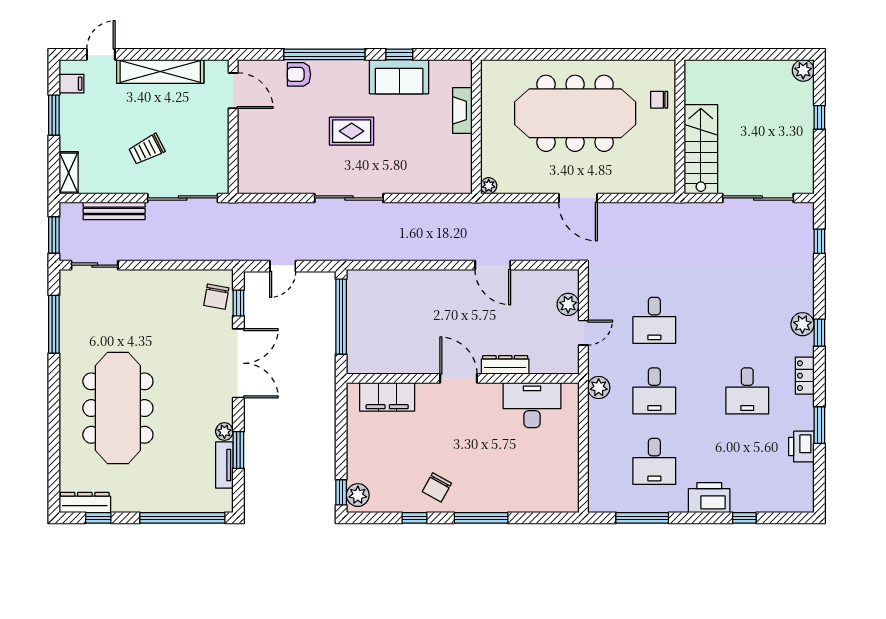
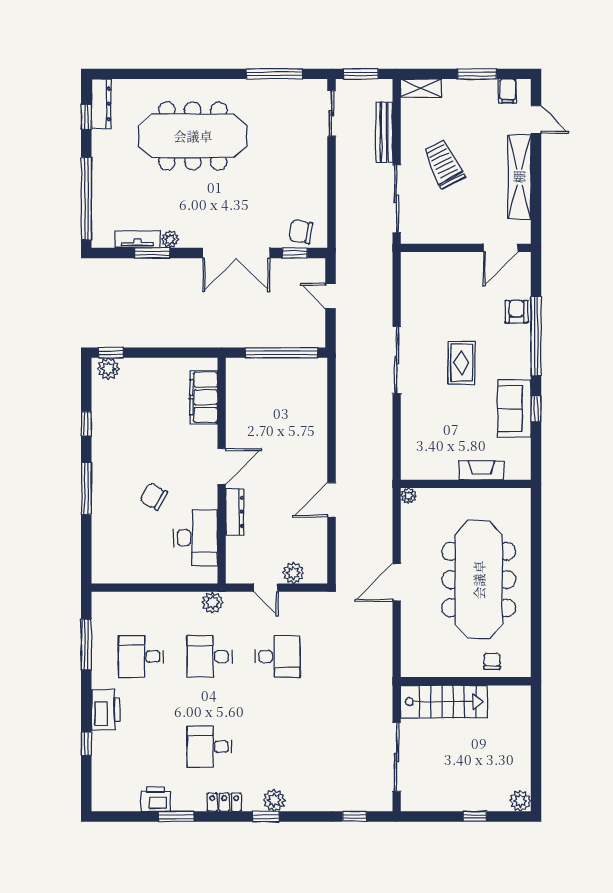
trolley: (147, 149) -> (444, 164), width x1.36, depth x1.39
desk: (654, 320) -> (278, 656), turned 180
chair: (437, 487) -> (154, 496), moved

